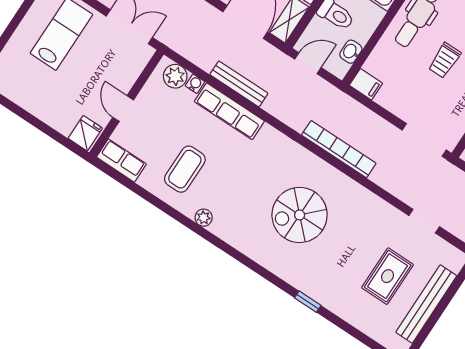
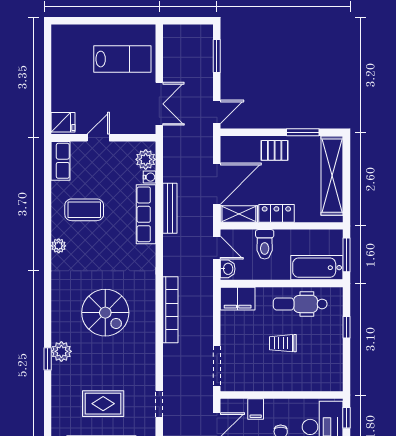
washbasin: (351, 52) -> (228, 269), moved, turned 90
filing cabinet: (366, 84) -> (238, 299), width x2.00
spiral stairs: (300, 215) -> (105, 313), turned 180
plant: (309, 283) -> (61, 351), added

